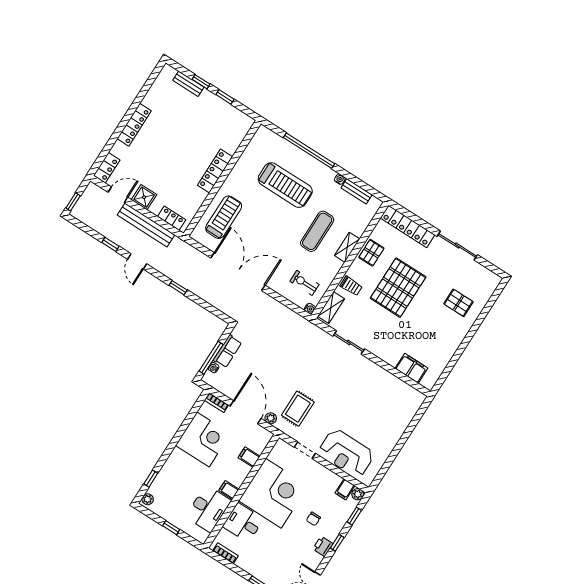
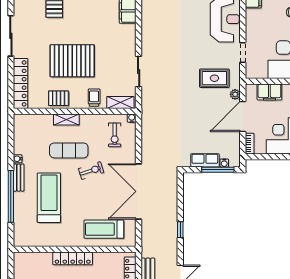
bench: (357, 191) -> (19, 178), moved
exercise bike: (285, 240) -> (91, 171), added
filing cabinet: (249, 457) -> (269, 92), width x2.00

